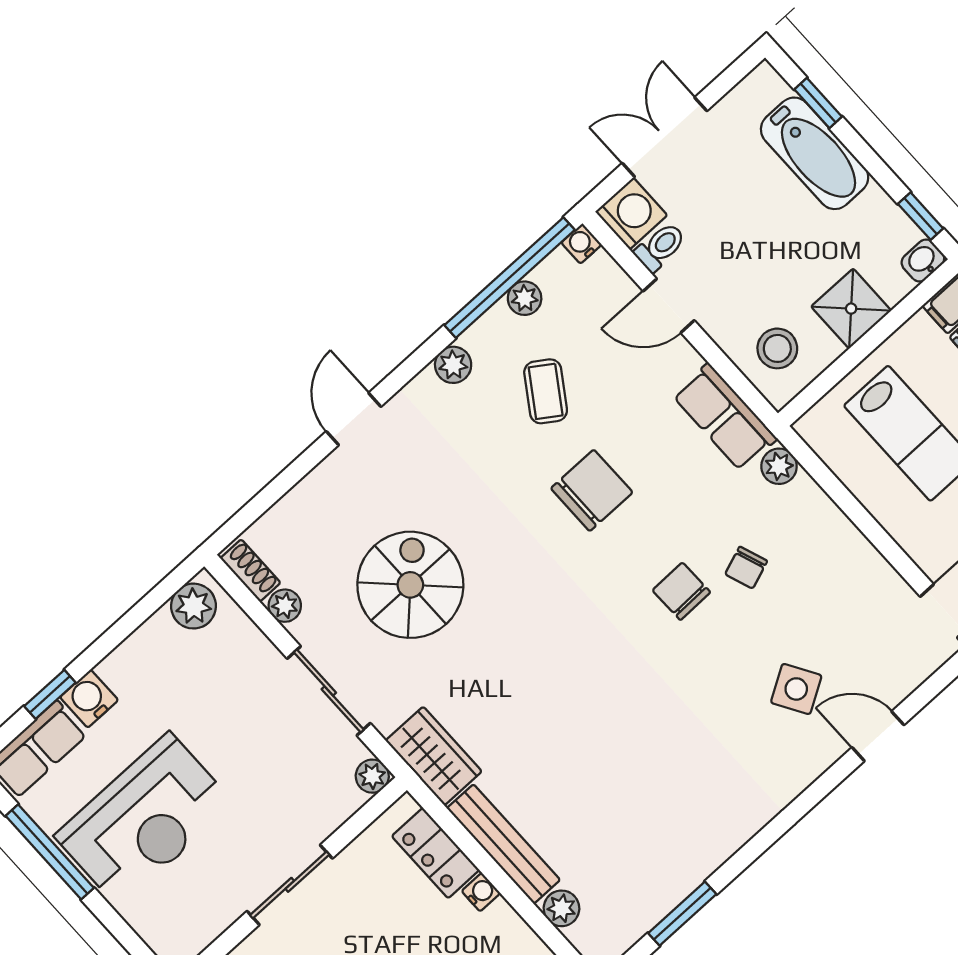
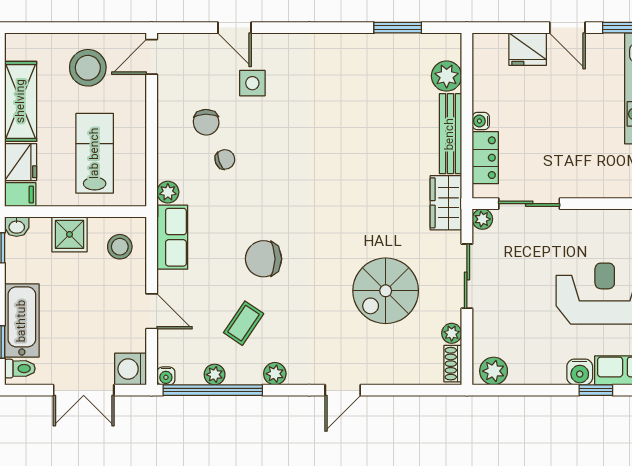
toilet: (660, 247) -> (20, 369), moved, turned 180
chair: (681, 591) -> (206, 122), moved
side table: (796, 689) -> (252, 83), turned 31
sliding door: (290, 885) -> (529, 204), moved
plant: (561, 908) -> (447, 76), width x1.38, depth x1.38

